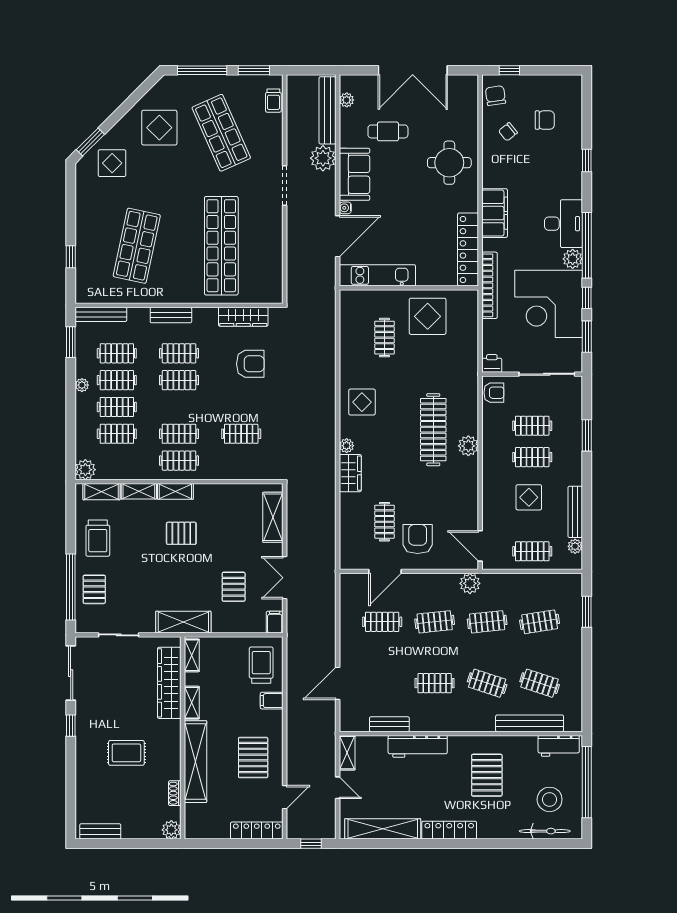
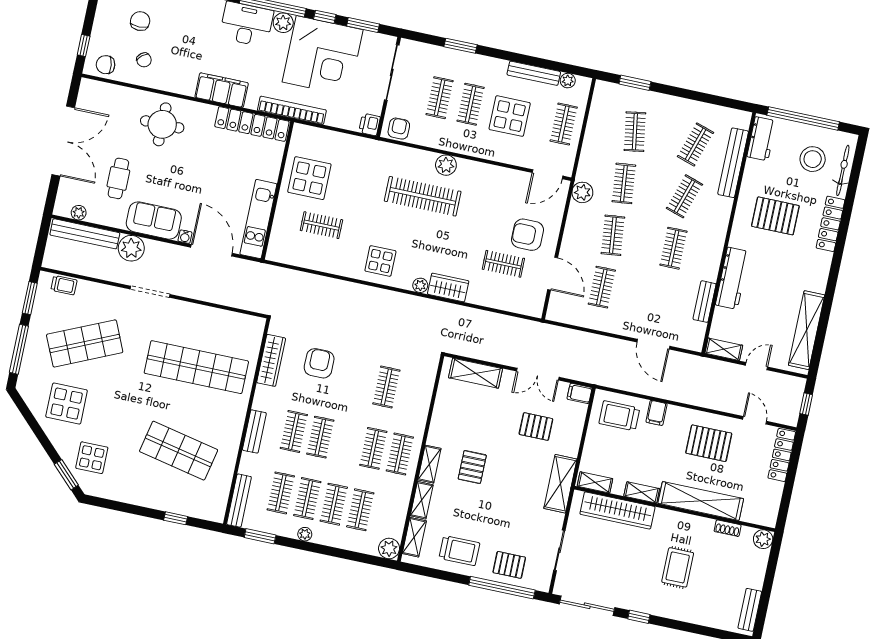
display table: (529, 497) -> (510, 116), width x1.36, depth x1.36
locker: (449, 830) -> (830, 224), moved

